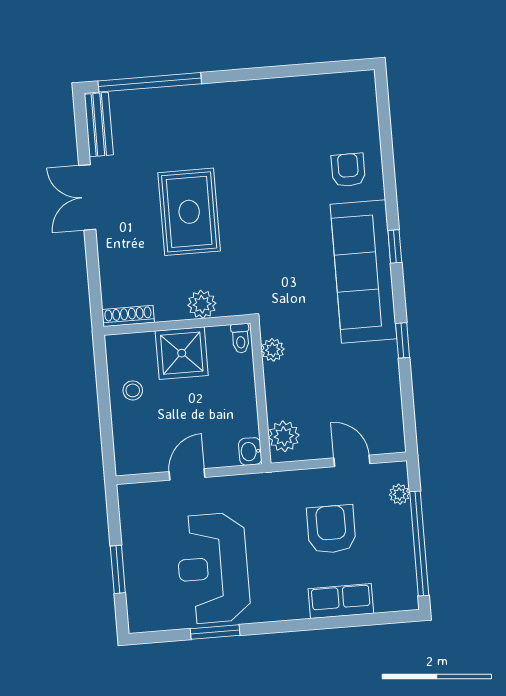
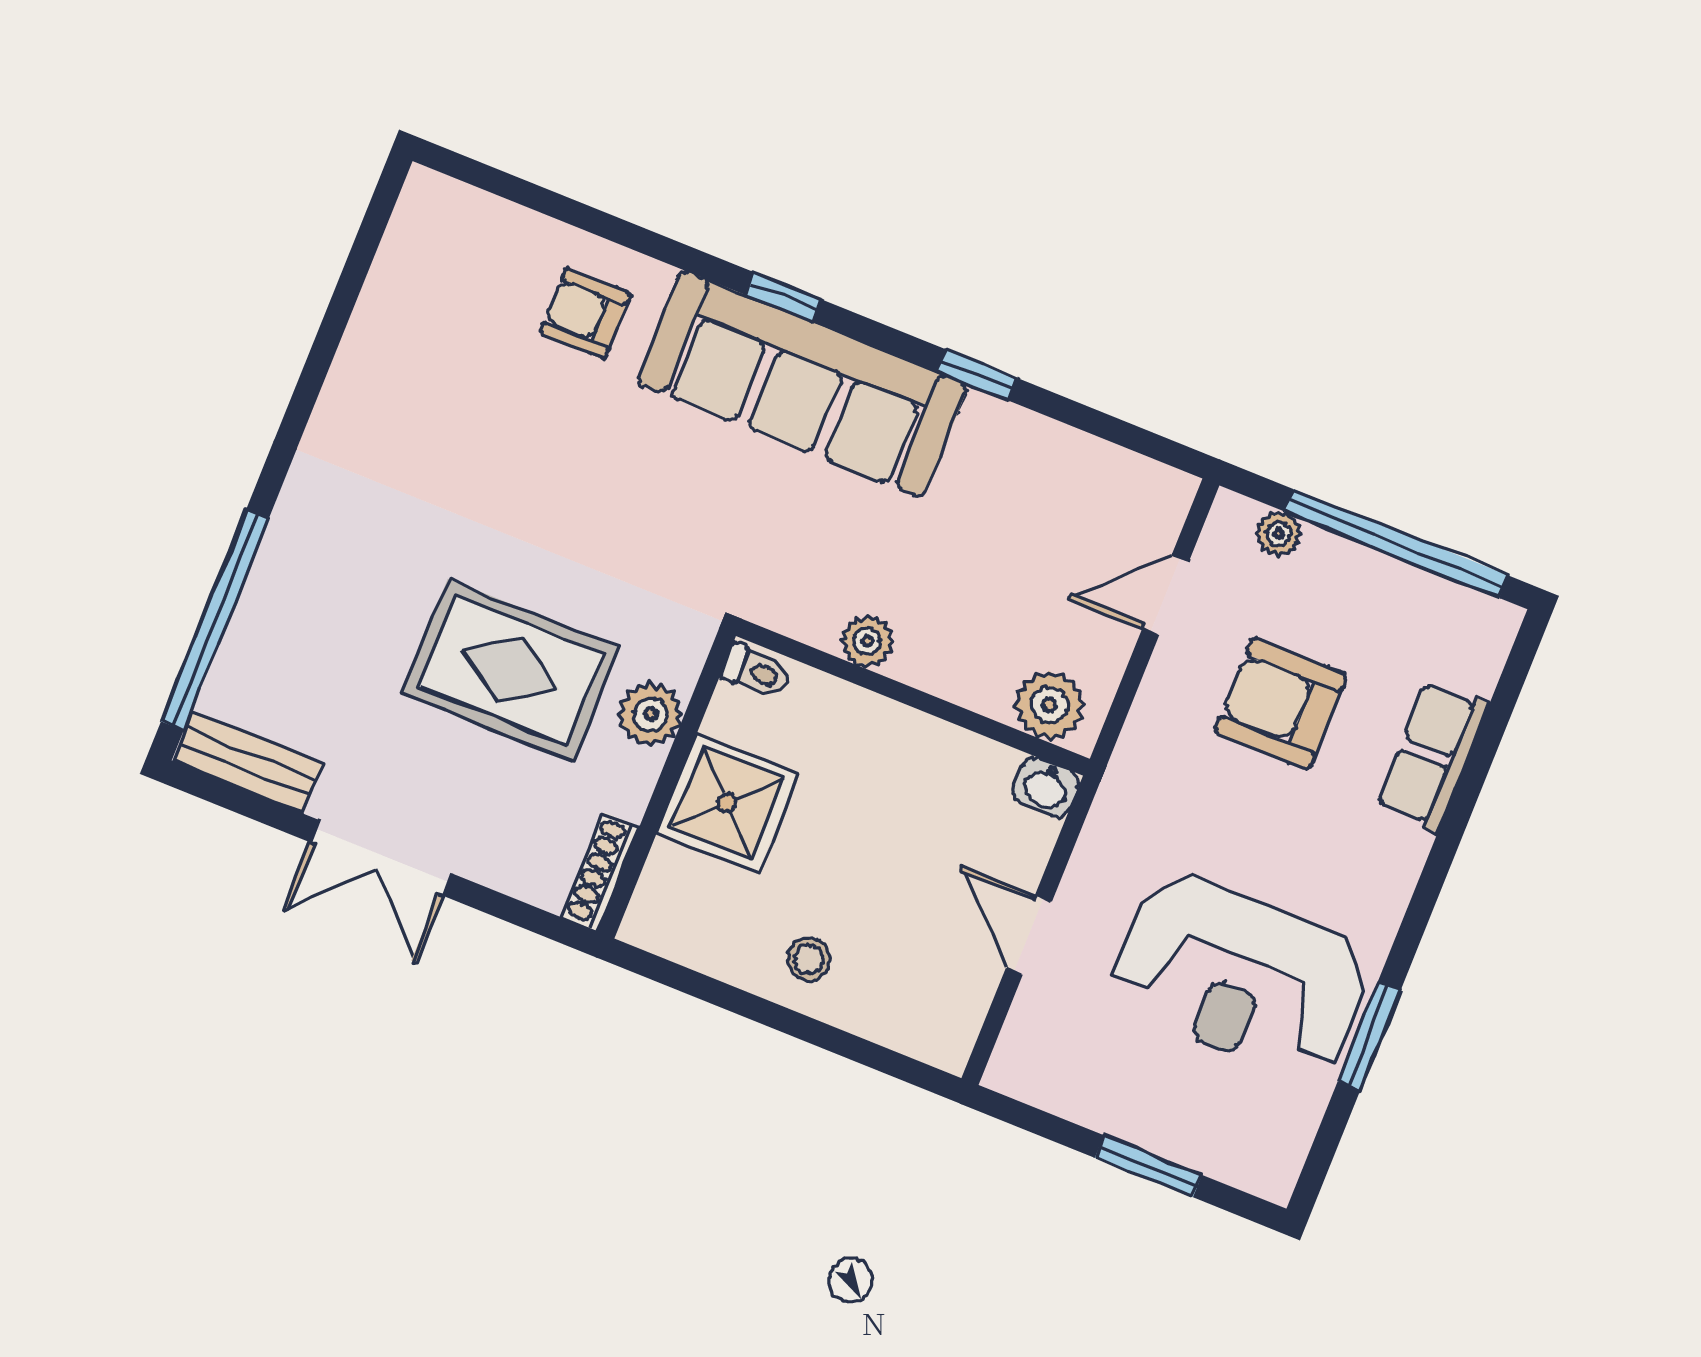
plant: (202, 304) -> (651, 714), moved
shoe rack: (128, 316) -> (601, 872), moved
wall: (177, 325) -> (667, 784), moved
toilet: (240, 338) -> (756, 671), moved
shower: (182, 353) -> (727, 803), moved

